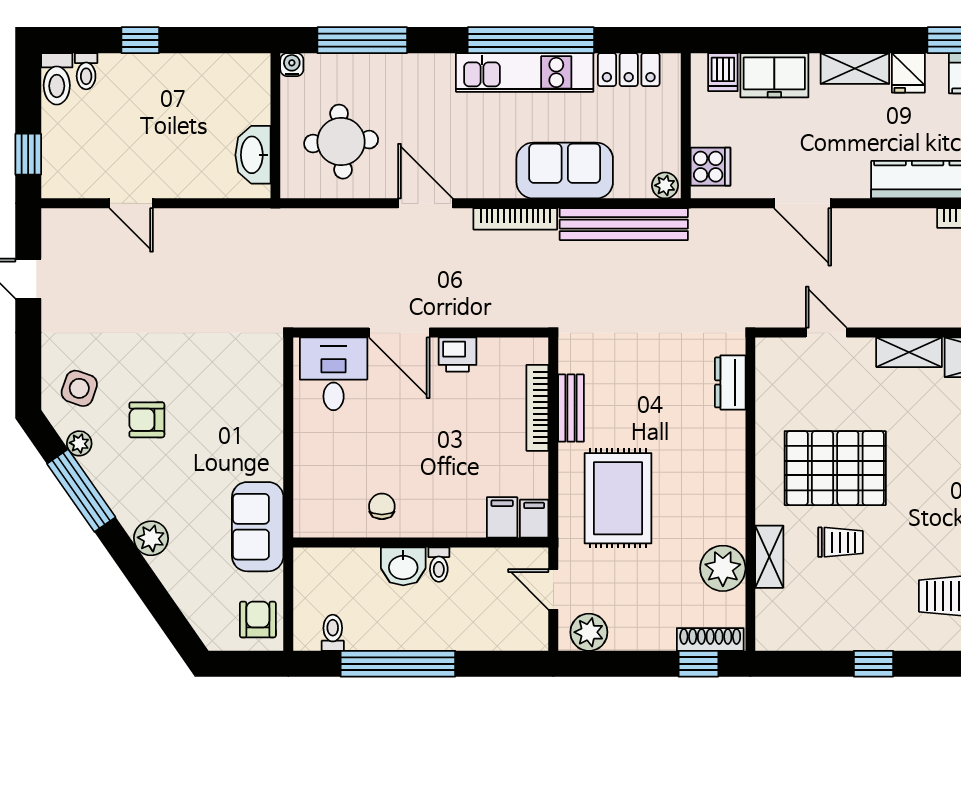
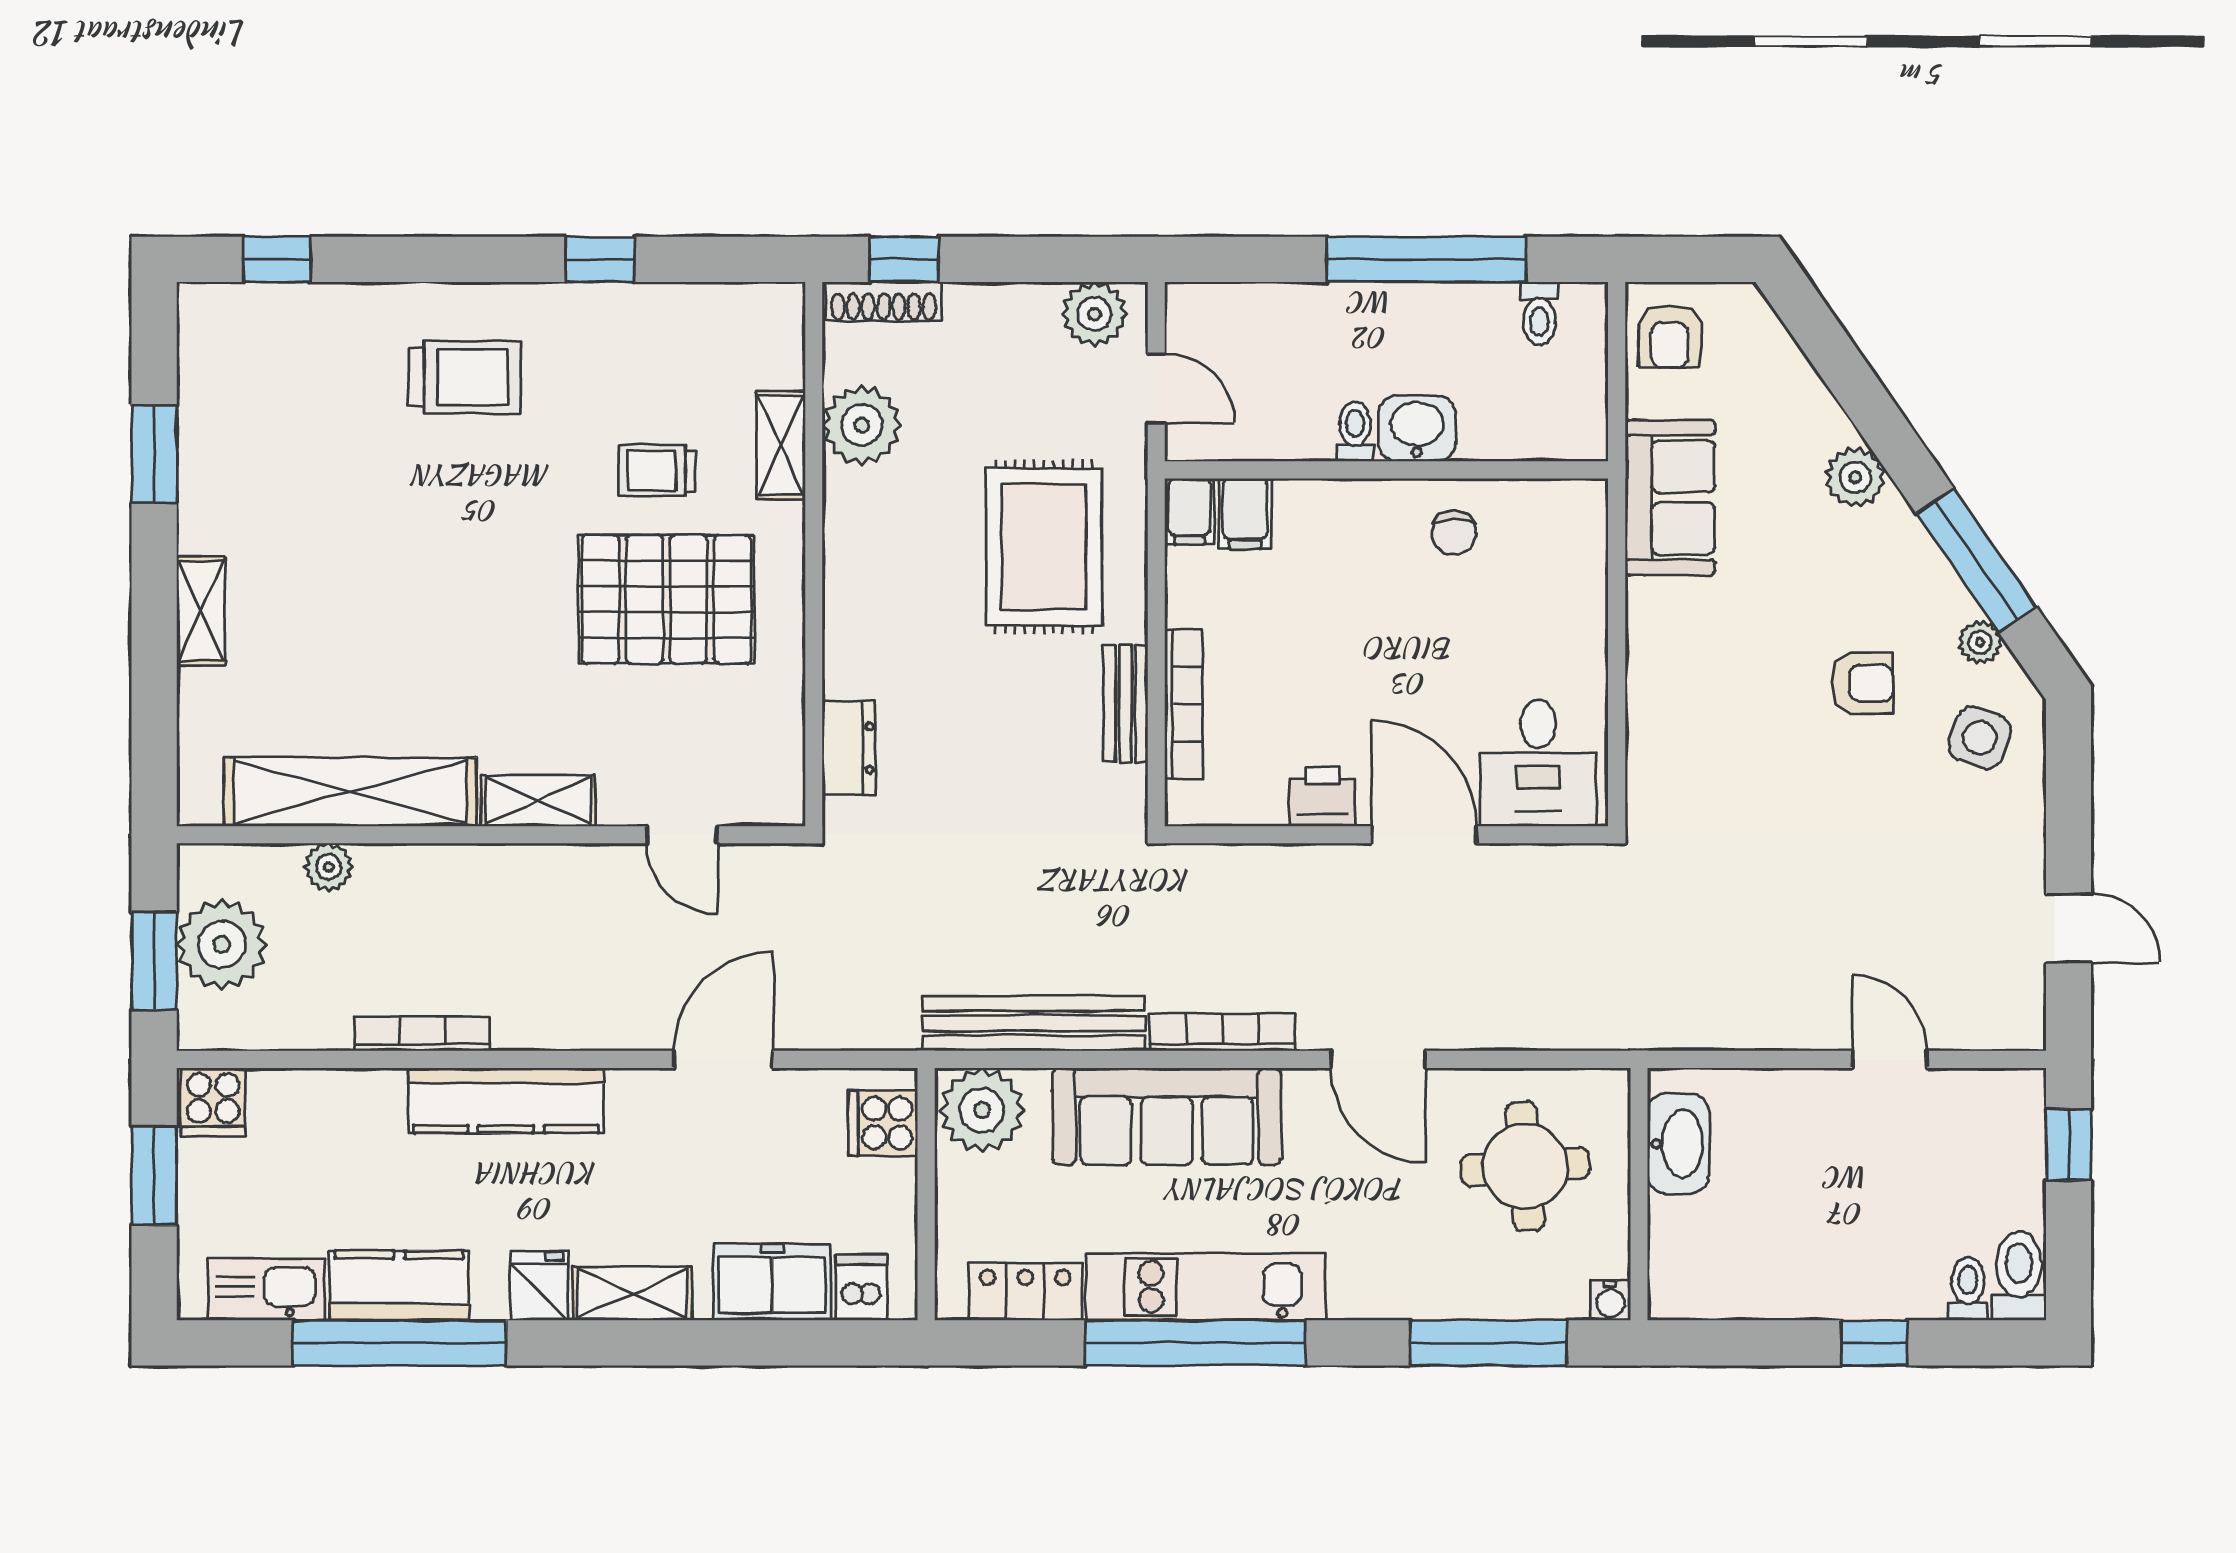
sofa: (565, 171) -> (1167, 1116), width x1.36
plant: (665, 185) -> (982, 1110), width x1.87, depth x1.87
door: (802, 203) -> (723, 1059), hinge flipped

